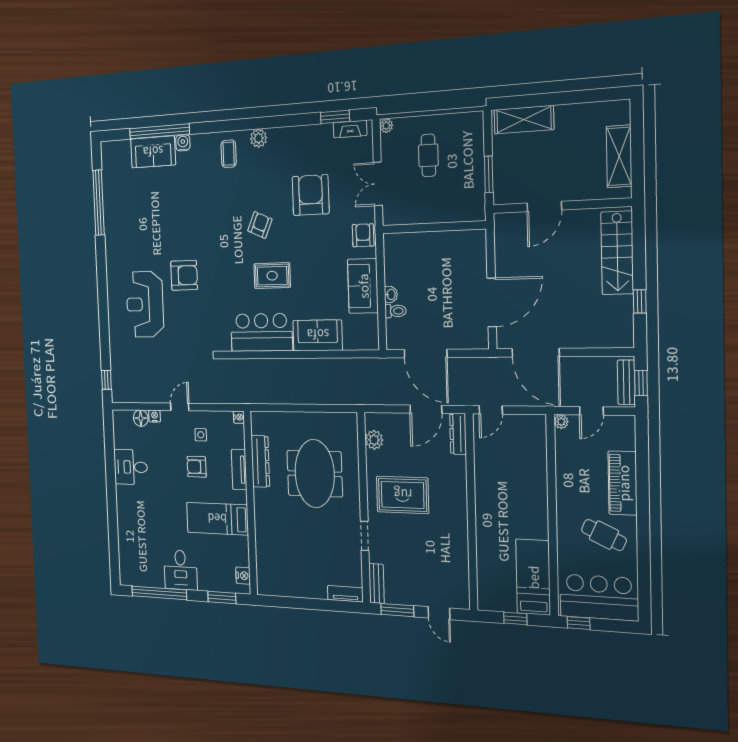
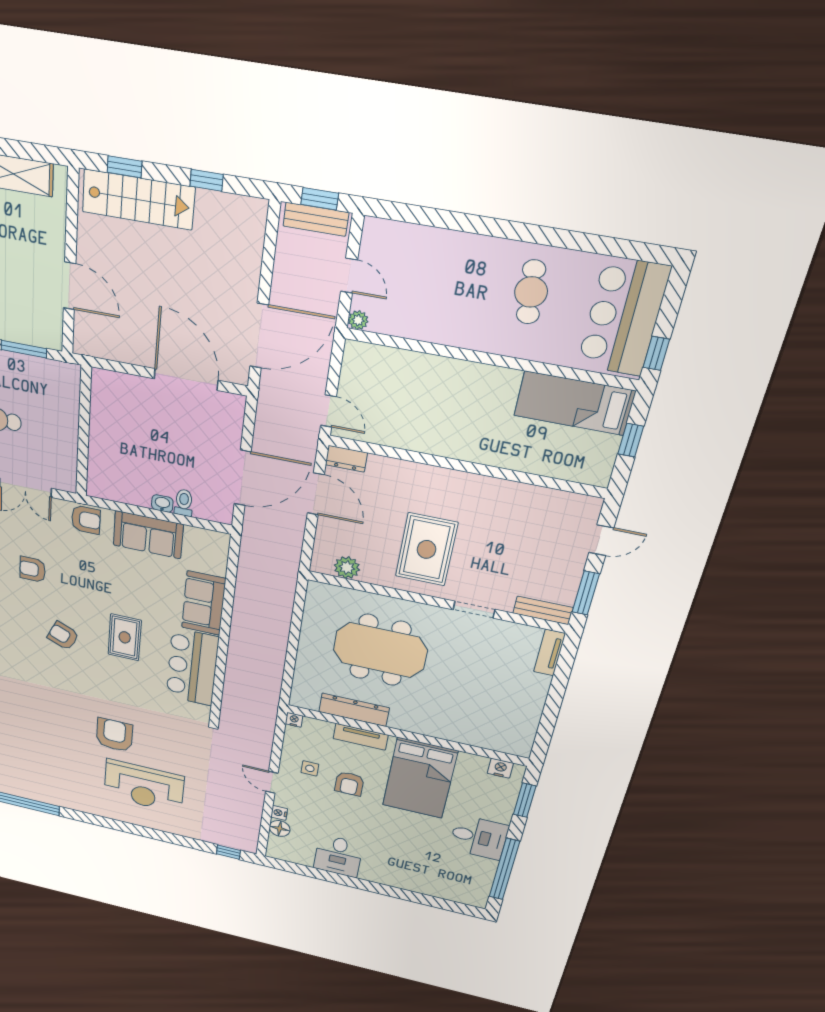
armchair: (311, 195) -> (33, 569), width x0.53, depth x0.53
armchair: (363, 235) -> (86, 520), turned 180
window: (639, 240) -> (125, 167), added
dresser: (458, 434) -> (346, 459), width x0.70
piano: (623, 483) -> (459, 251), removed
bed: (217, 519) -> (420, 778), width x1.50
cafe table: (604, 535) -> (531, 292), turned -30

